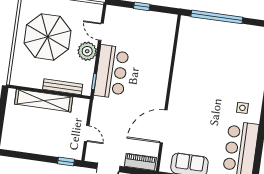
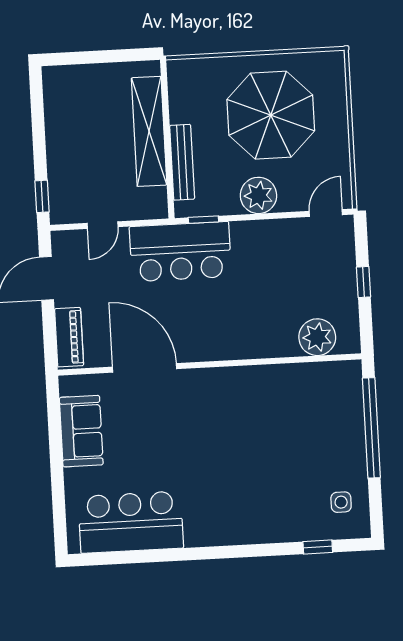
door: (101, 32) -> (326, 213), moved
plant: (165, 35) -> (317, 337), added
bar counter: (111, 72) -> (180, 252), moved
side table: (242, 108) -> (341, 502), moved

